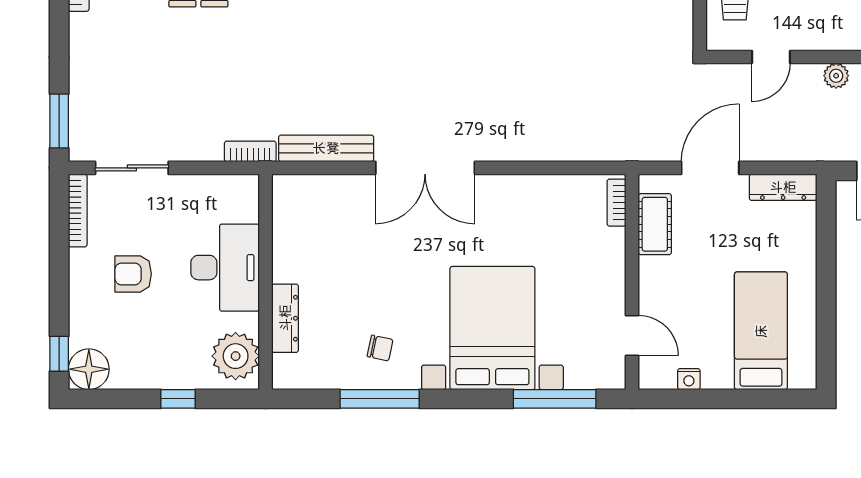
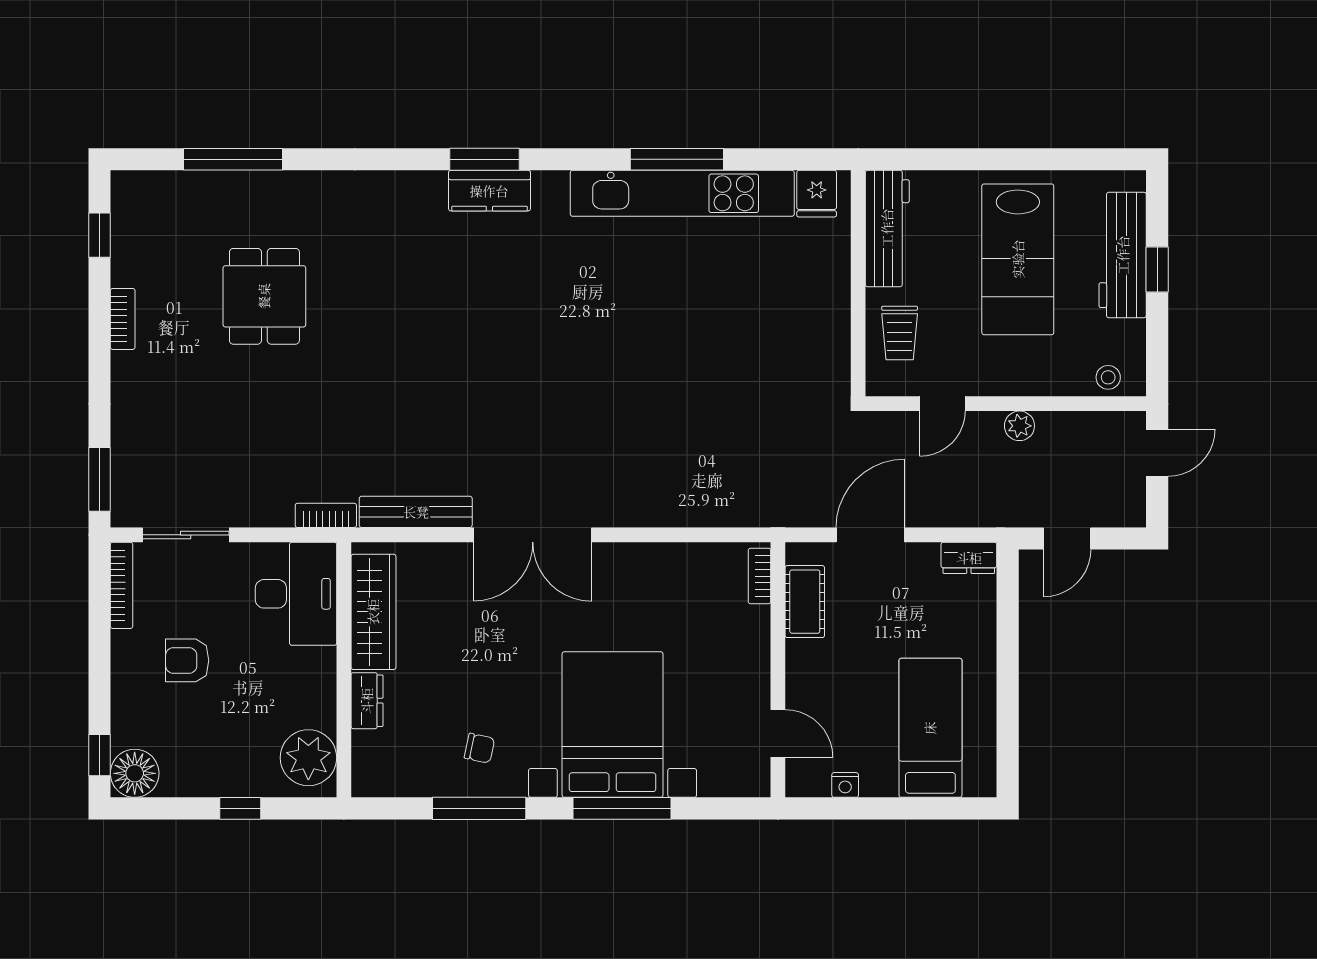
dresser: (783, 187) -> (969, 558), width x0.70
wardrobe: (291, 233) -> (373, 612), added
desk: (225, 268) -> (296, 594), moved
dresser: (285, 318) -> (367, 701), width x0.70
window: (555, 399) -> (622, 808), moved

